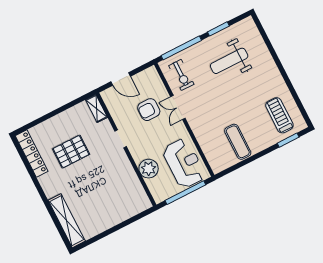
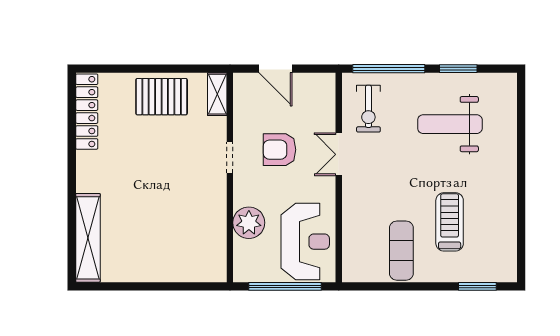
armchair: (149, 110) -> (280, 150), moved
treadmill: (279, 115) -> (450, 222), moved
pallet: (71, 152) -> (162, 97), moved

